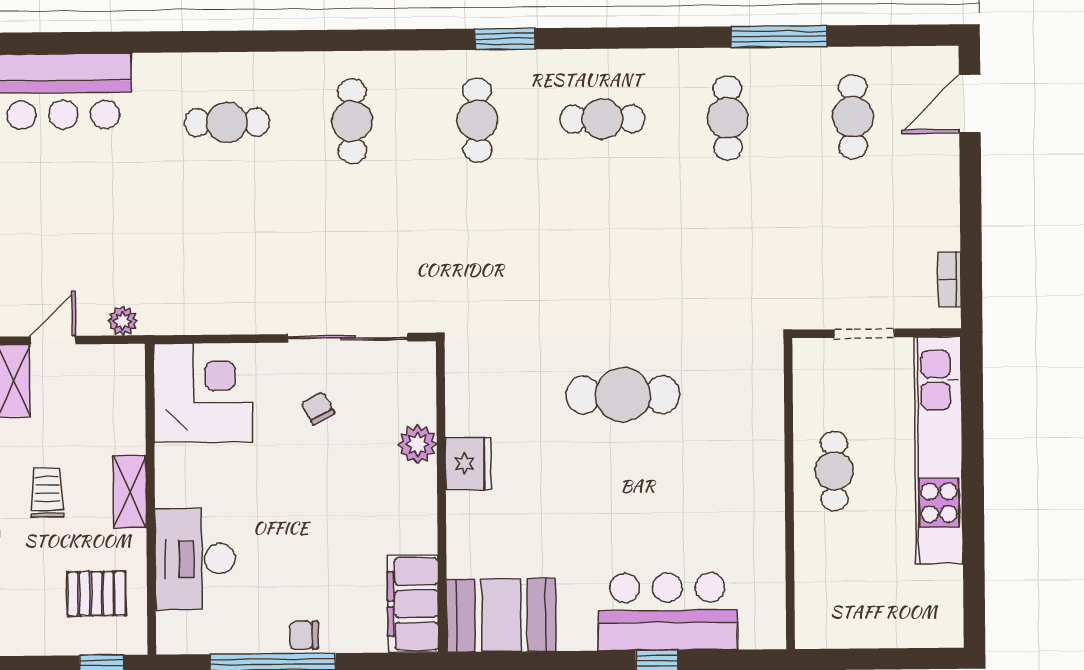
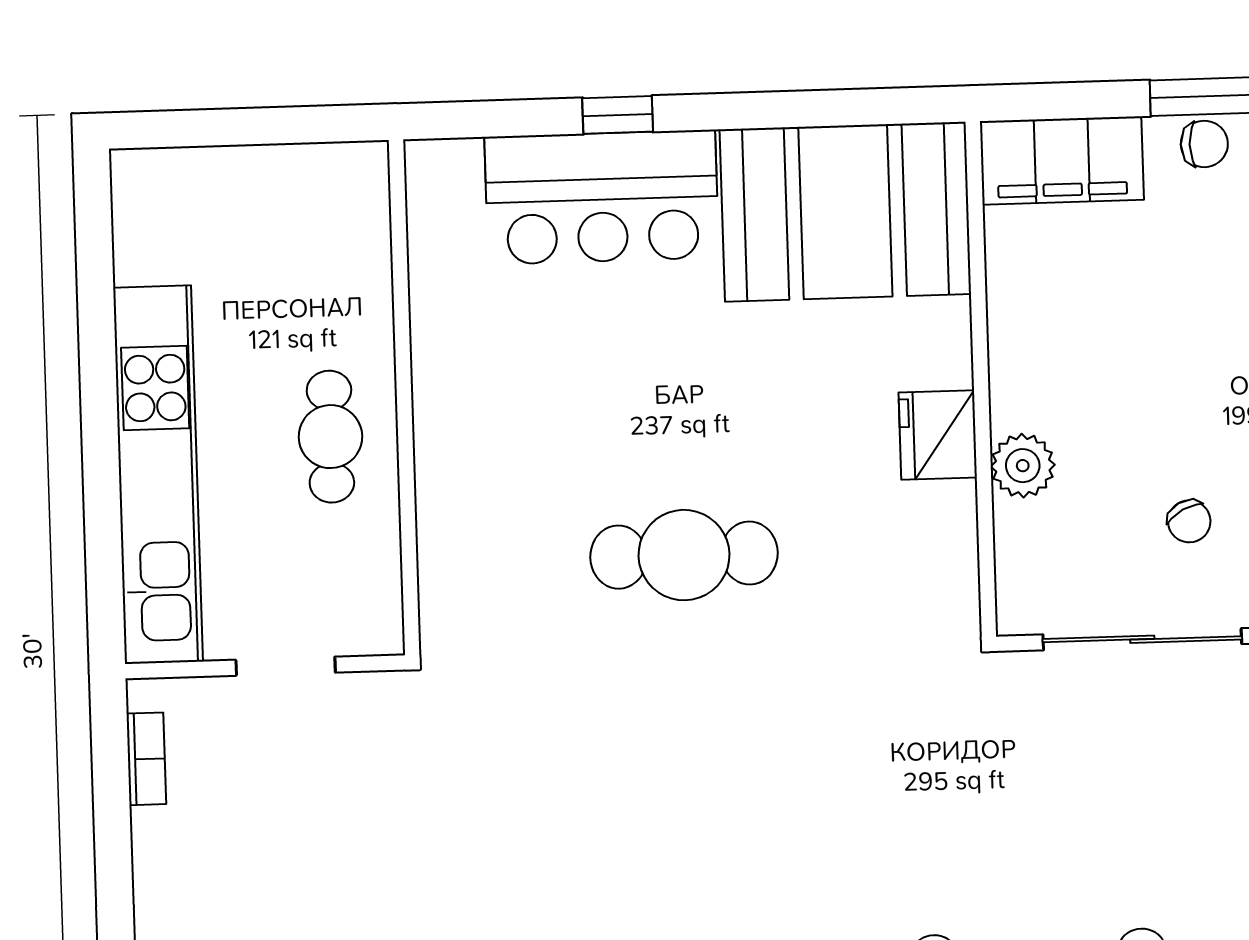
filing cabinet: (413, 604) -> (1062, 160), moved, turned 90
booth: (501, 615) -> (845, 212), width x1.36, depth x1.42

